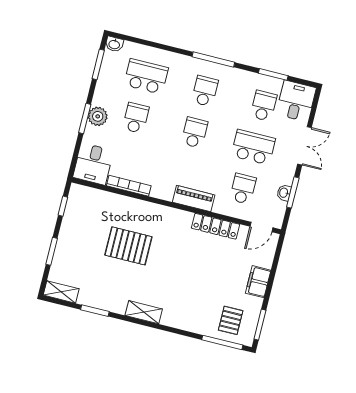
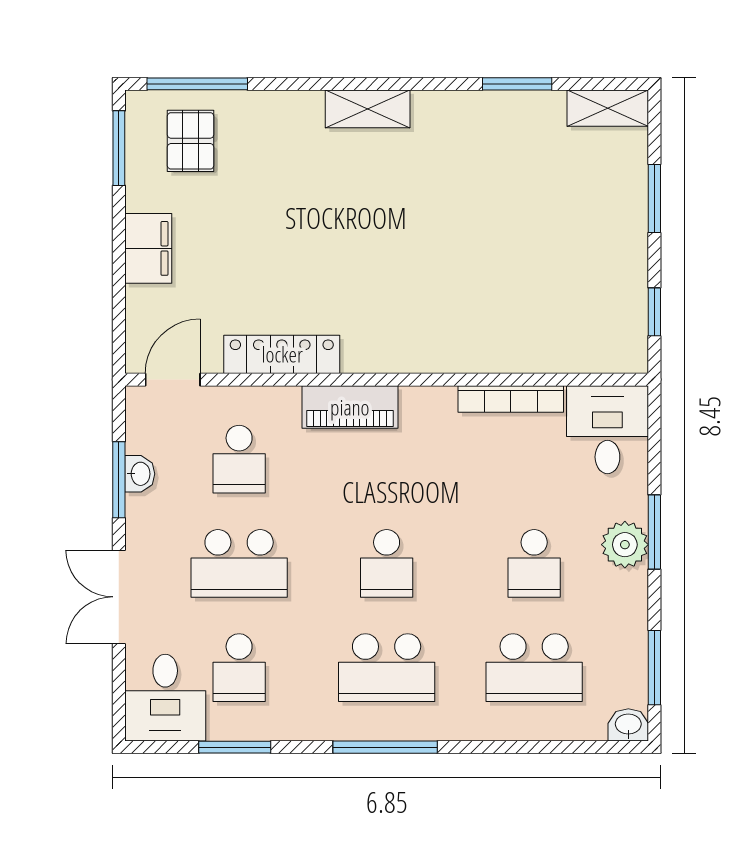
school desk: (205, 91) -> (387, 668), width x1.85
pallet: (128, 246) -> (476, 257), removed
shelving: (144, 312) -> (368, 109), moved

